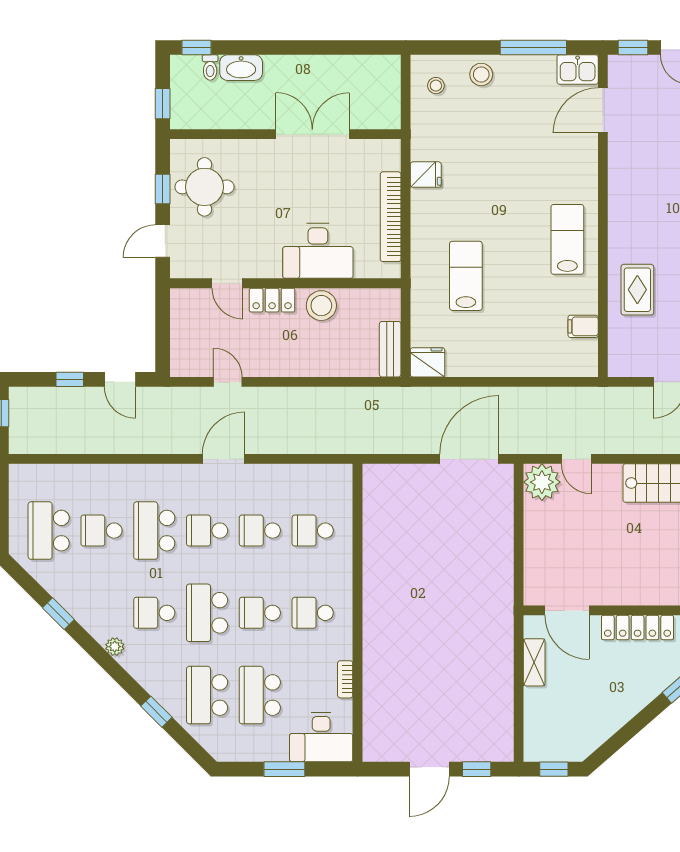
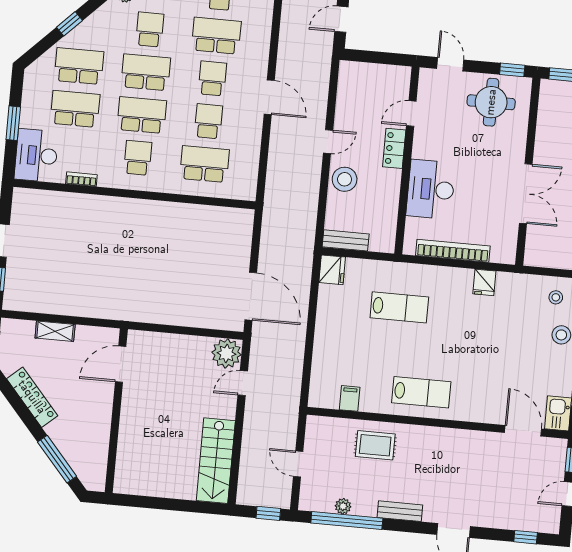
window: (163, 189) -> (512, 70), moved
stool: (321, 306) -> (345, 179), moved
door: (228, 382) -> (328, 142), moved
school desk: (313, 531) -> (204, 164), width x1.85
school desk: (260, 613) -> (142, 115), width x1.85
locker: (638, 628) -> (32, 397), moved, turned 139
shelving: (534, 662) -> (55, 331), moved

